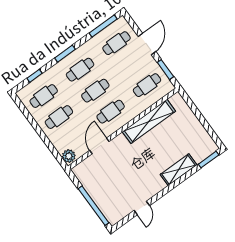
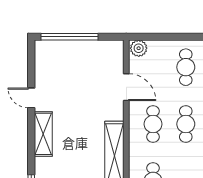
shelving: (178, 170) -> (43, 134), moved
door: (142, 208) -> (31, 98), moved

